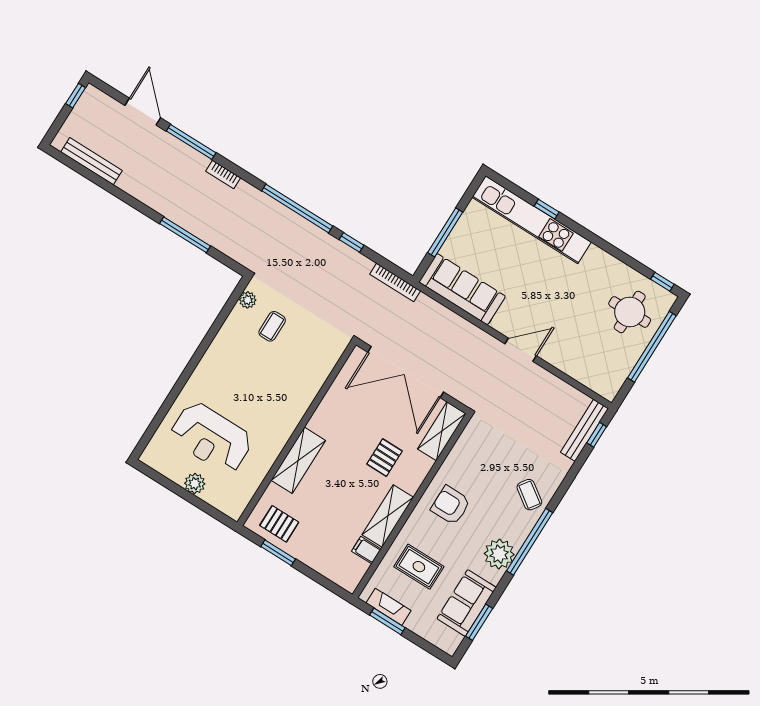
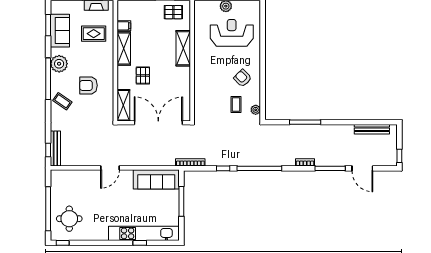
armchair: (237, 360) -> (243, 78), added
armchair: (451, 505) -> (88, 85), moved, turned 180

